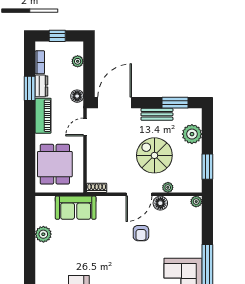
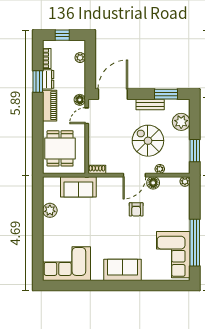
floor lamp: (77, 96) -> (80, 100), moved

